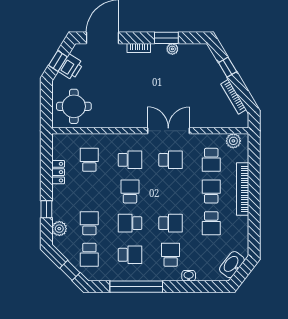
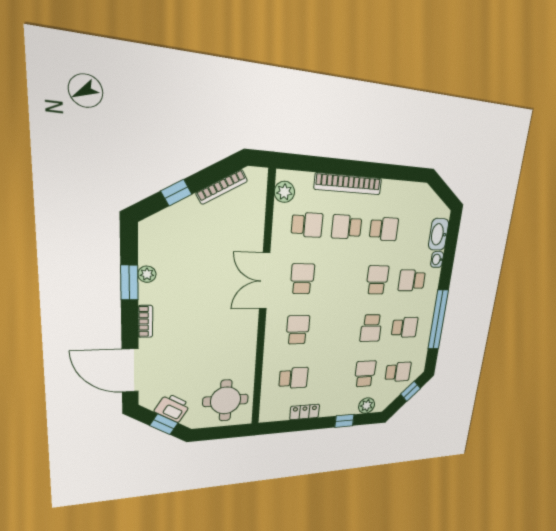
school desk: (89, 160) -> (294, 378), turned 180
school desk: (130, 191) -> (335, 329), removed
school desk: (89, 223) -> (365, 374), turned 90
school desk: (130, 255) -> (405, 327), turned 90
washbasin: (232, 265) -> (439, 234), moved, turned 52

